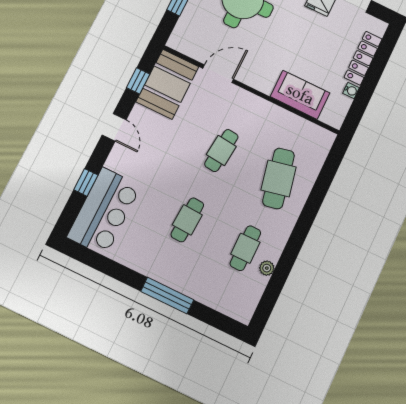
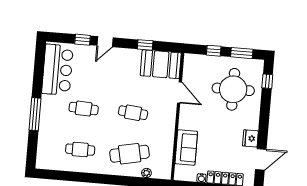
window: (138, 81) -> (145, 45), moved
door: (114, 127) -> (105, 42), moved
bar counter: (104, 211) -> (57, 70), moved, turned -90
plant: (267, 268) -> (146, 173), moved

